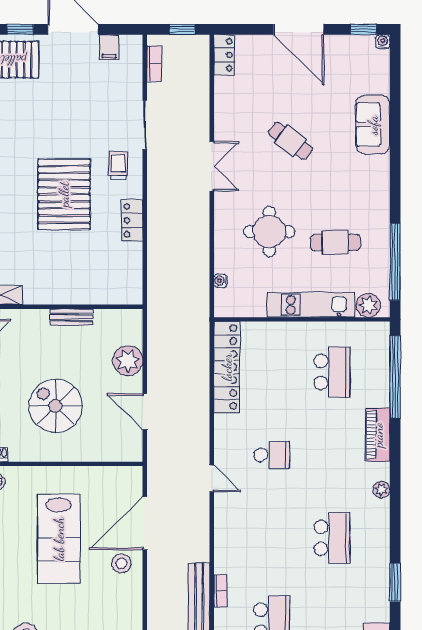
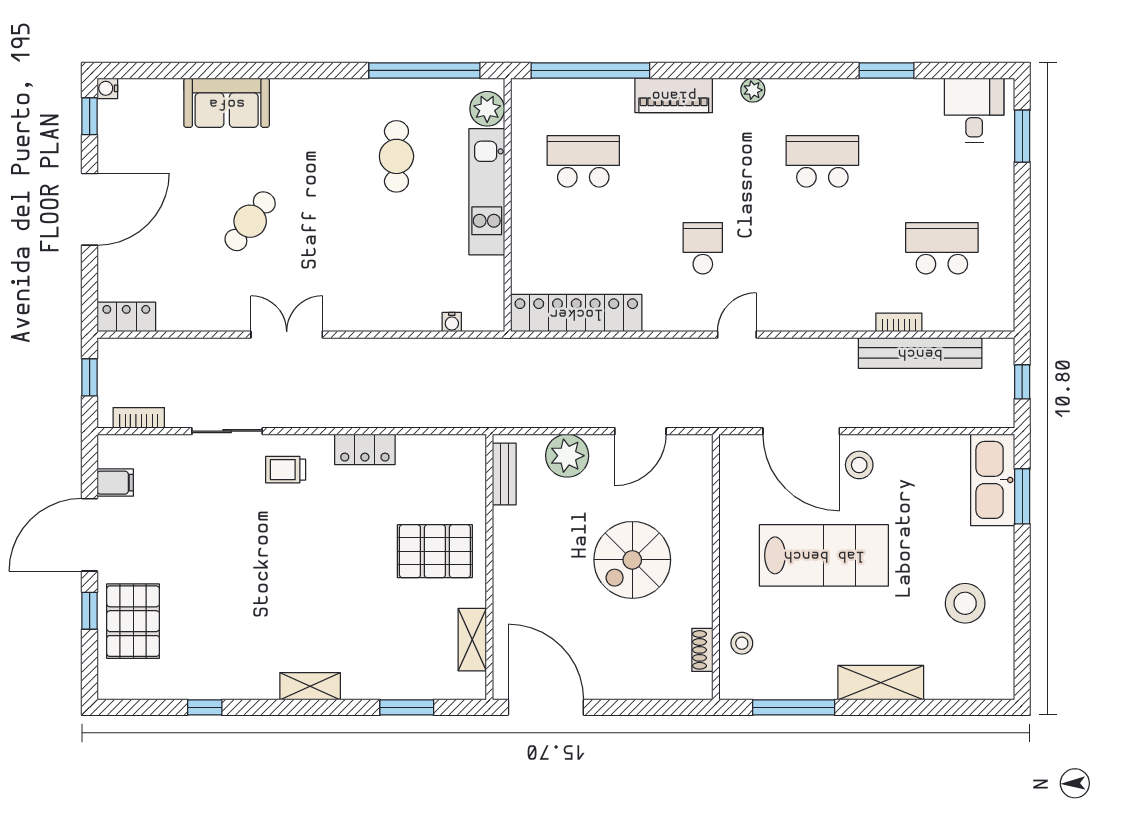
pallet: (64, 194) -> (435, 551), moved, width x0.73, depth x0.71
round table: (269, 231) -> (381, 252), removed
bench: (71, 317) -> (504, 474), moved

